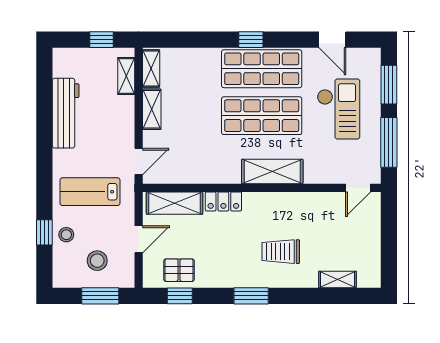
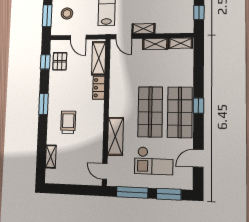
shelving: (126, 76) -> (143, 29), moved
shelving: (272, 171) -> (115, 136), moved

